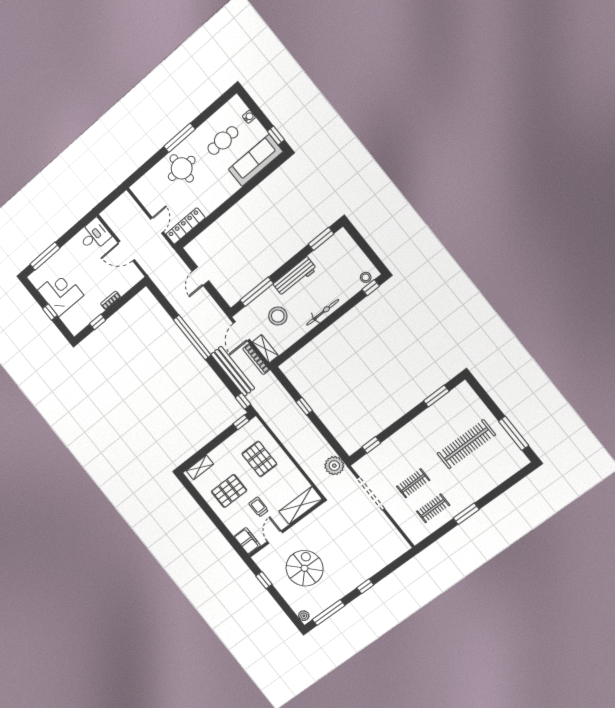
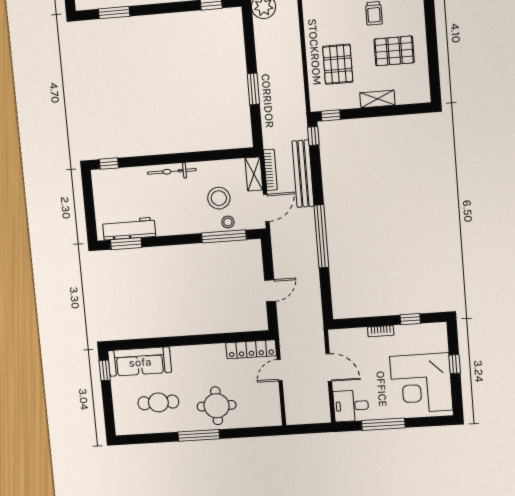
water cooler: (249, 117) -> (119, 406), removed
window: (45, 256) -> (383, 424), moved
workbench: (295, 277) -> (129, 229), moved
stool: (366, 277) -> (228, 222), moved
corner desk: (61, 293) -> (421, 383), width x1.36, depth x1.36
window: (304, 406) -> (253, 89), width x1.50
shelving: (200, 467) -> (377, 99), moved

